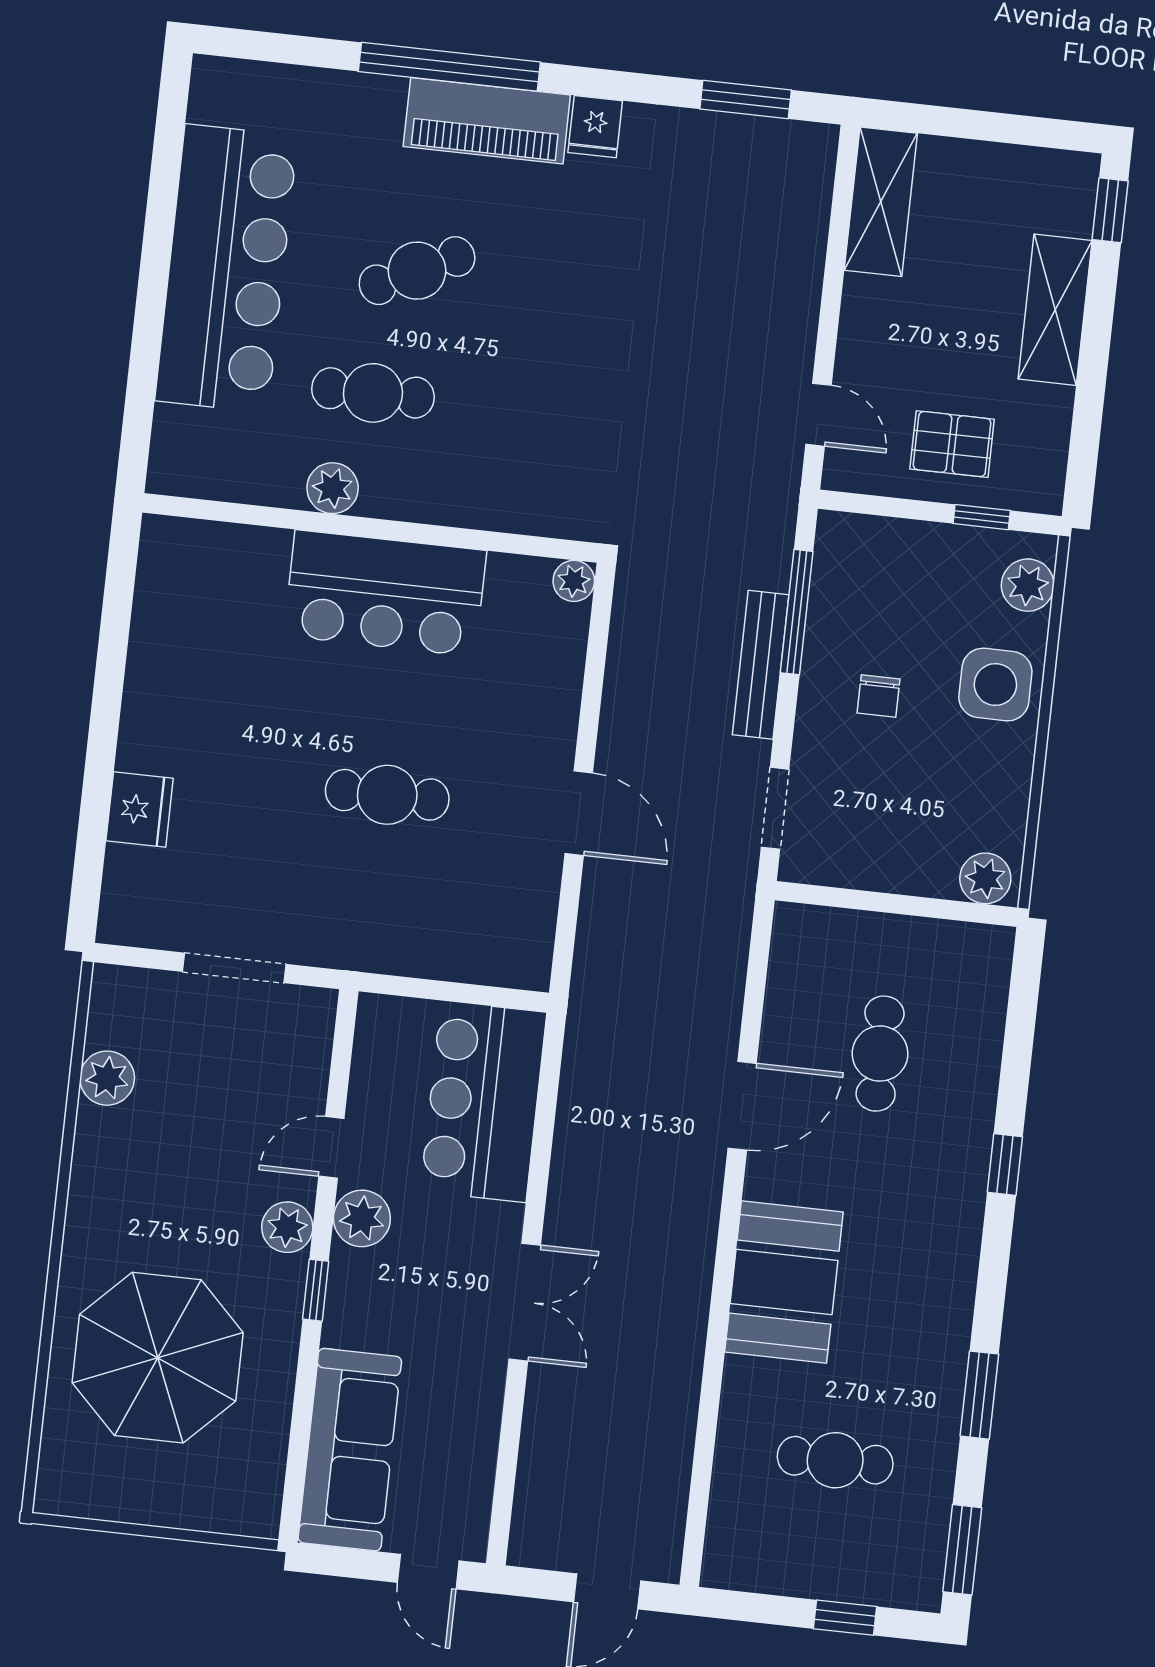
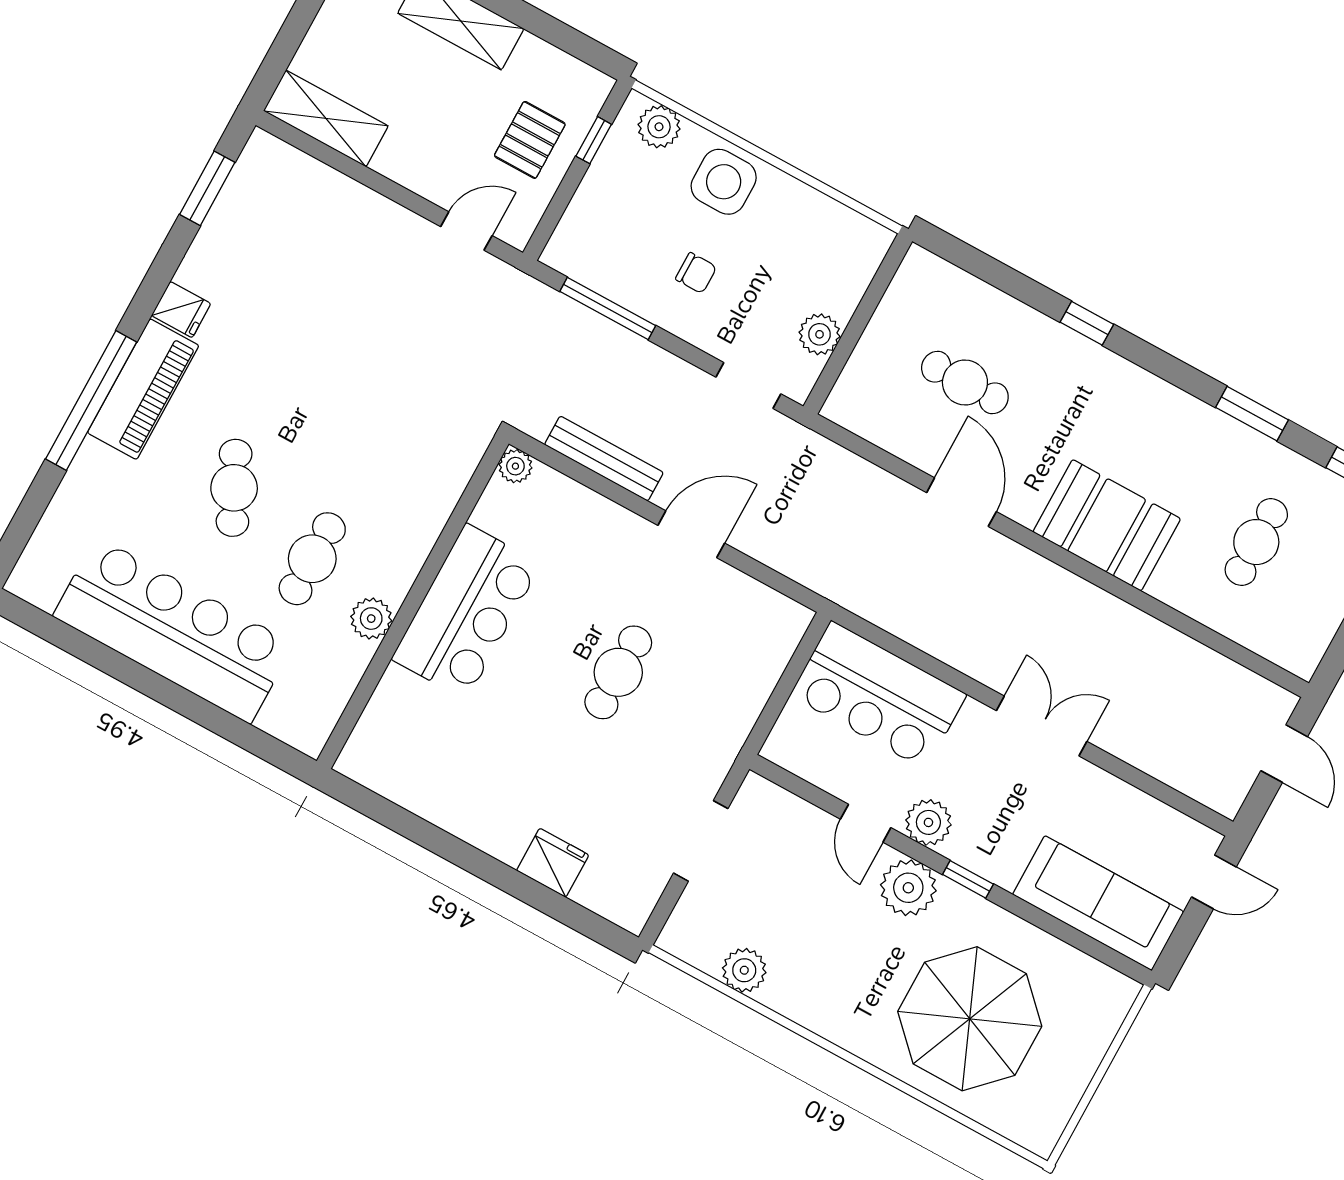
bench: (761, 665) -> (604, 459), moved
plant: (985, 878) -> (820, 334), moved
plant: (287, 1227) -> (908, 888), width x1.36, depth x1.36

